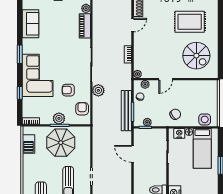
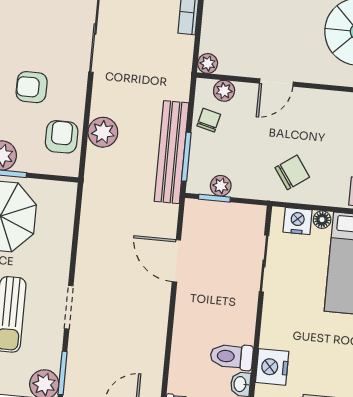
plant: (98, 90) -> (103, 132), moved

